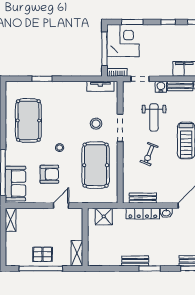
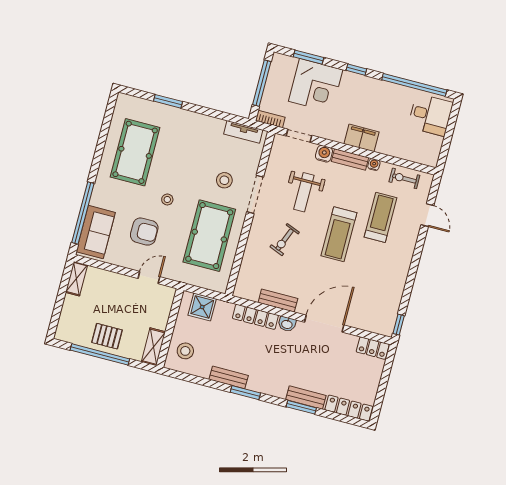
corner desk: (123, 41) -> (316, 85), moved, turned 90
bench: (143, 198) -> (278, 301), moved
stool: (100, 250) -> (185, 351), added

